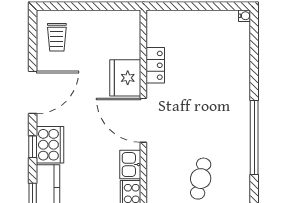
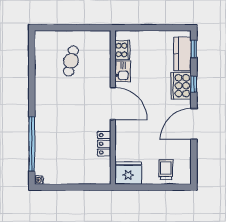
trolley: (57, 37) -> (166, 169), moved
fridge: (125, 78) -> (128, 173), moved, turned -90
window: (254, 138) -> (32, 144), moved

